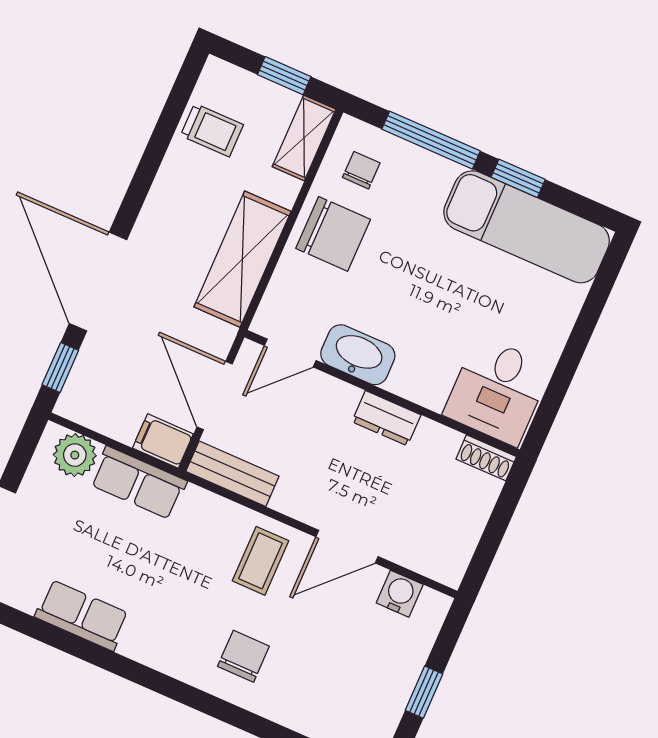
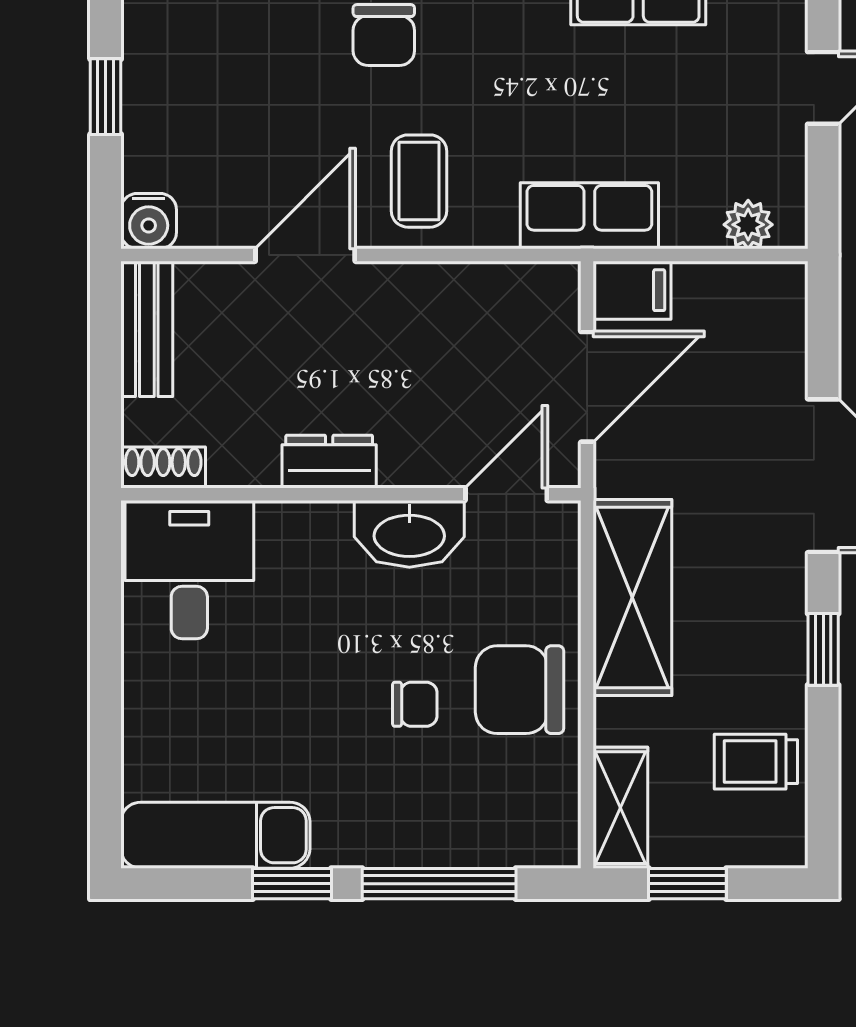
chair: (361, 170) -> (415, 704), moved, turned -90
exam couch: (527, 227) -> (215, 835), width x0.73, depth x0.69
window: (60, 367) -> (823, 649), moved
door: (215, 396) -> (587, 387), hinge flipped
plant: (75, 455) -> (748, 225), width x0.73, depth x0.73
bench: (232, 474) -> (147, 329), moved, turned 90
row of seats: (138, 483) -> (589, 216), moved
water cooler: (400, 594) -> (149, 221), moved

